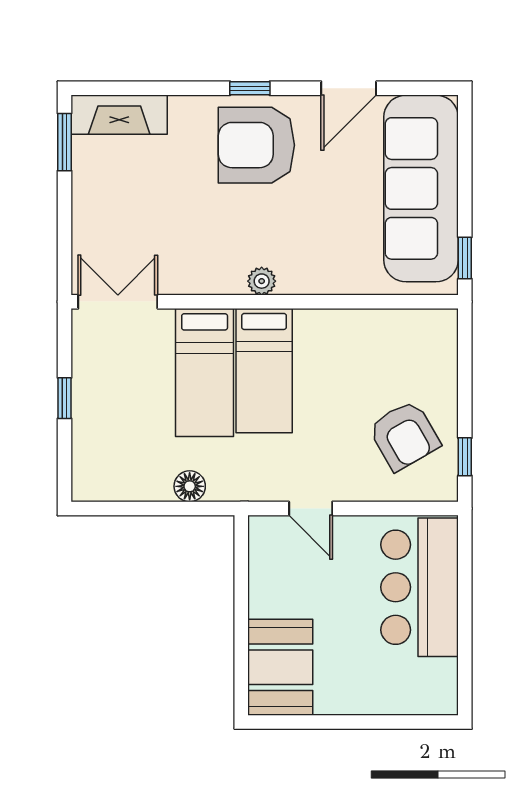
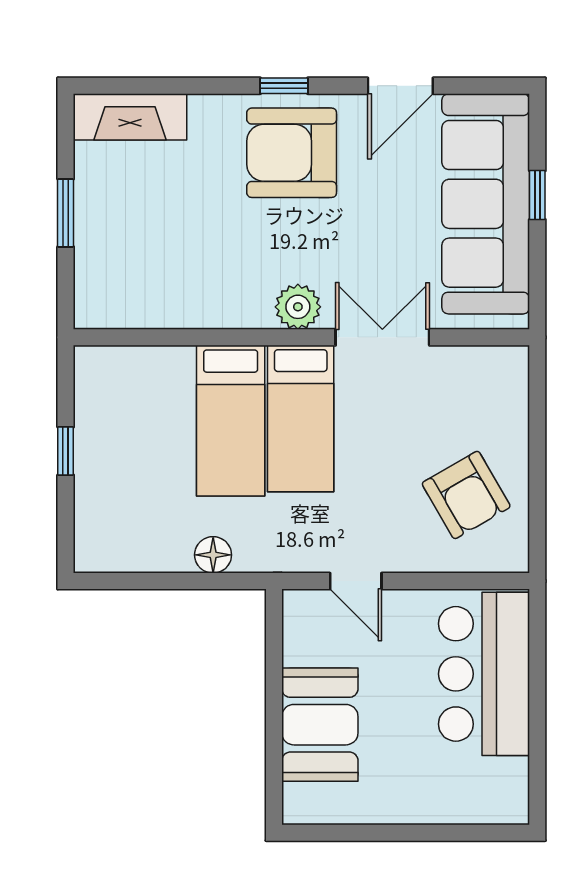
window: (65, 142) -> (66, 213), moved
window: (465, 258) -> (537, 195), moved
plant: (262, 281) -> (298, 307), width x1.38, depth x1.38
double door: (118, 302) -> (382, 337), moved
window: (465, 457) -> (537, 520), removed
booth: (280, 667) -> (320, 725), moved

